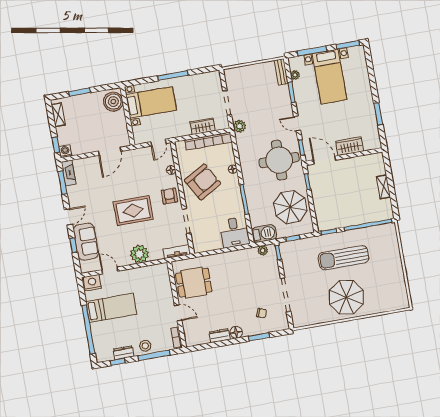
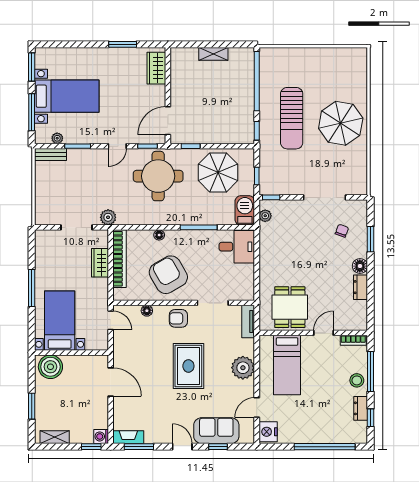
wardrobe: (350, 146) -> (156, 68), moved
bed: (111, 308) -> (287, 365), moved, turned 180

